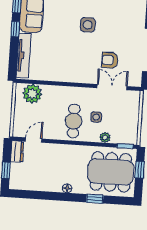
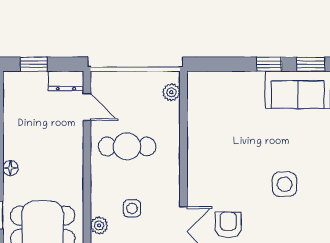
tv unit: (24, 55) -> (226, 81), removed
plant: (32, 94) -> (171, 92), width x0.53, depth x0.53
cafe table: (74, 121) -> (127, 146), moved

